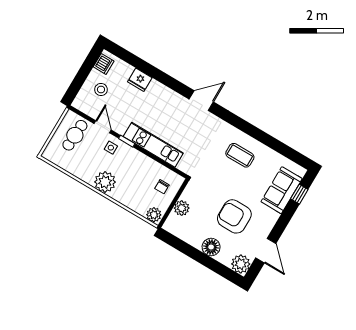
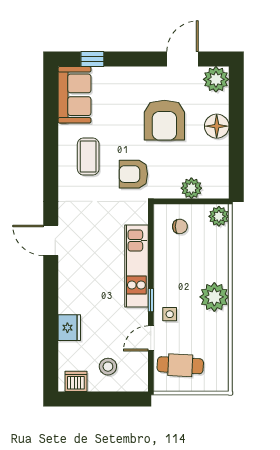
armchair: (212, 177) -> (133, 174), added
sofa: (282, 190) -> (74, 95), moved, turned -90

